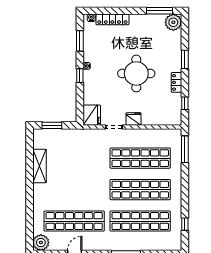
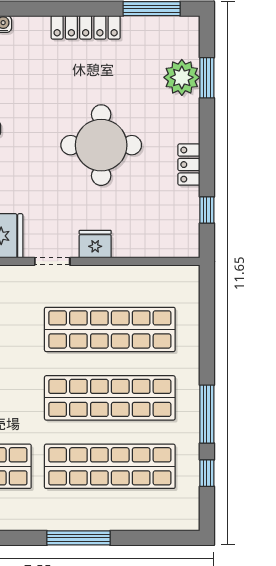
locker: (112, 19) -> (86, 27), moved
plant: (173, 22) -> (182, 77), moved
window: (185, 59) -> (207, 78), moved
window: (185, 149) -> (207, 414), moved

